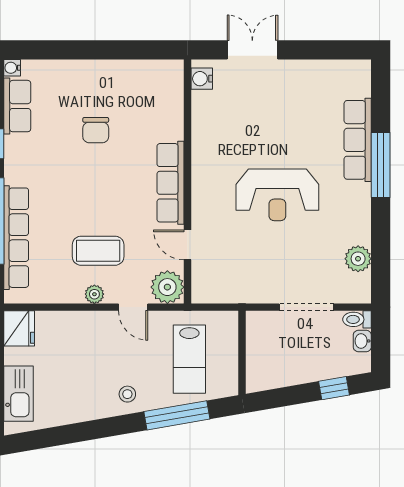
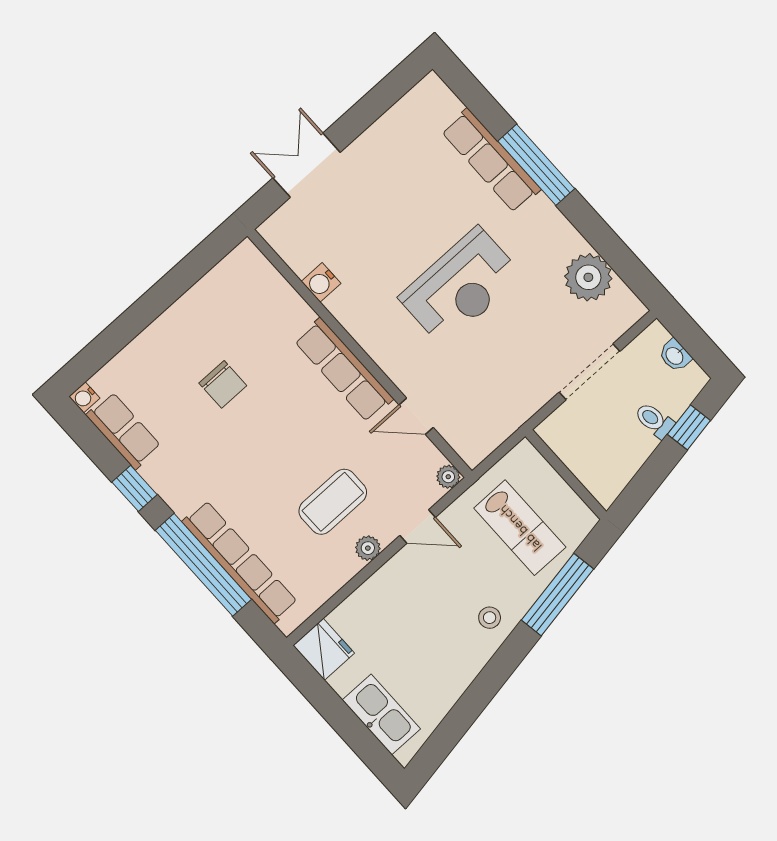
water cooler: (202, 79) -> (321, 282), moved
plant: (358, 259) -> (588, 277), width x1.36, depth x1.36
plant: (167, 287) -> (448, 477), width x0.53, depth x0.53
toilet: (357, 319) -> (654, 420), moved, turned 80

